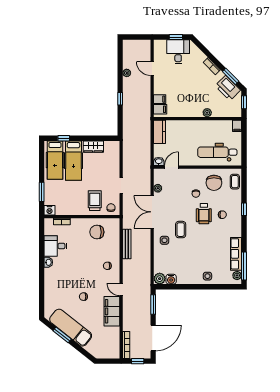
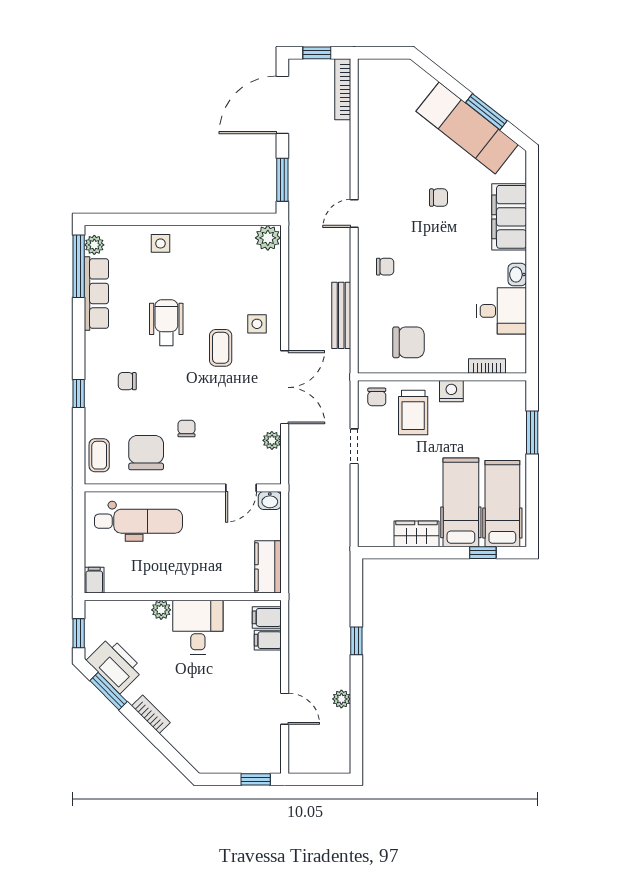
window: (176, 37) -> (256, 779), moved
desk: (178, 52) -> (198, 627), moved, turned 180
nightstand: (49, 210) -> (451, 391), moved
wheelchair: (204, 214) -> (166, 323), moved
water cooler: (171, 279) -> (242, 237), removed
door: (121, 289) -> (354, 214), swing flipped
filing cabinet: (112, 311) -> (509, 217), moved, turned 180

